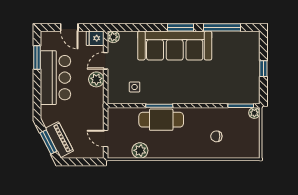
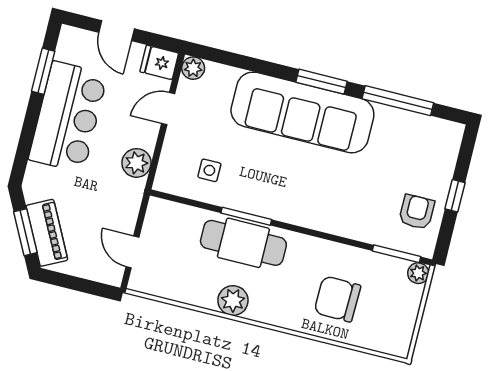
plant: (96, 79) -> (136, 163), moved
armchair: (246, 82) -> (417, 212), added
chair: (216, 136) -> (337, 299), width x1.87, depth x1.87
plant: (140, 150) -> (233, 301), moved

